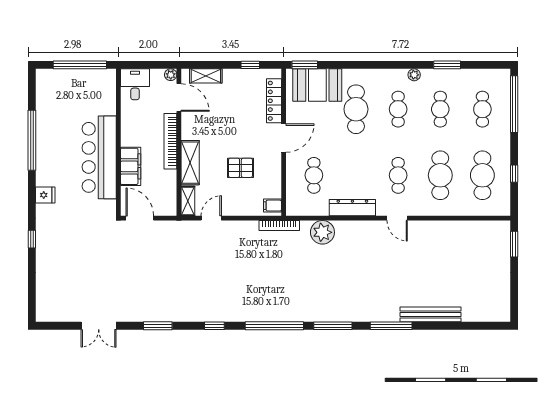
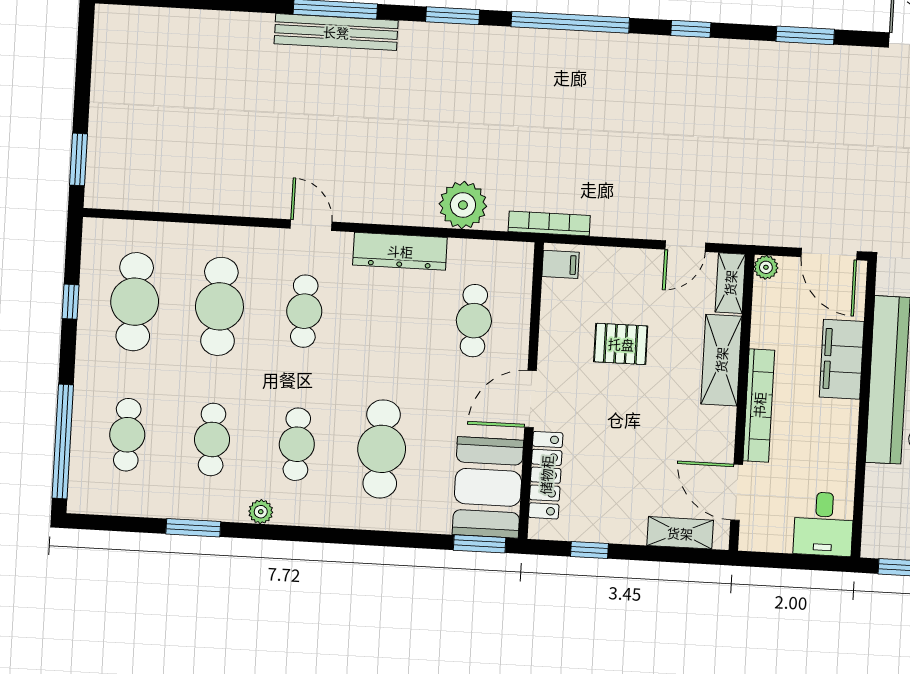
plant: (171, 75) -> (766, 267), moved
booth: (317, 85) -> (488, 487), moved, turned 90
bench: (430, 314) -> (336, 32), moved
window: (333, 326) -> (453, 16), width x0.69

